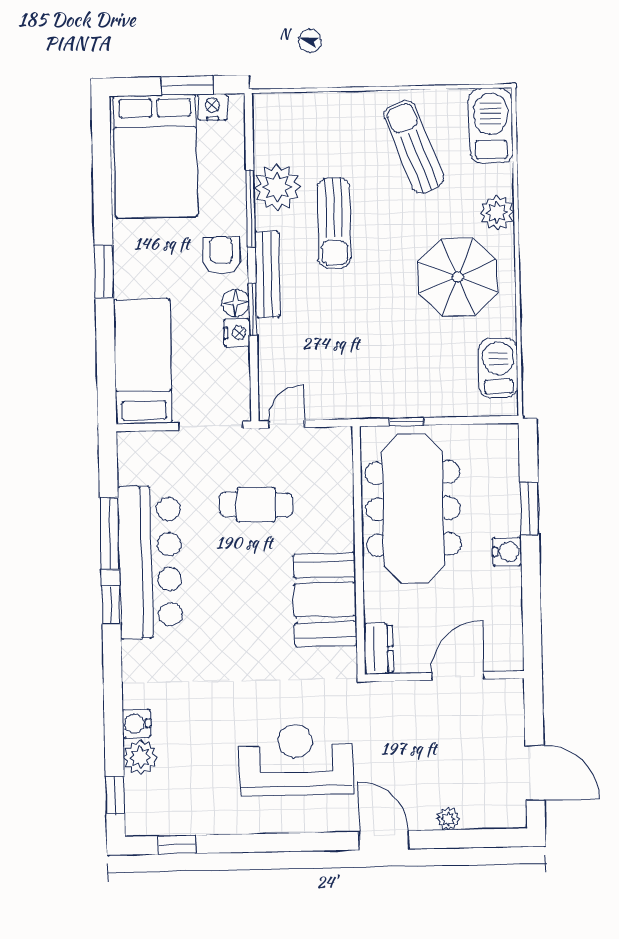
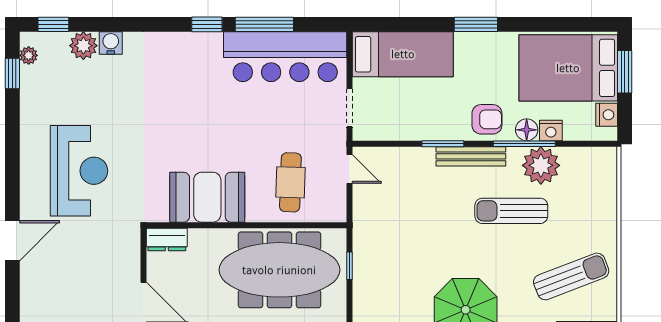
window: (187, 85) -> (625, 72), moved
floor lamp: (235, 303) -> (527, 130), moved
nightstand: (237, 333) -> (551, 130), moved
doorway: (211, 426) -> (350, 108), width x0.73
cafe table: (256, 505) -> (290, 182), moved
bar counter: (150, 562) -> (285, 57), moved
plant: (448, 819) -> (29, 55), moved

